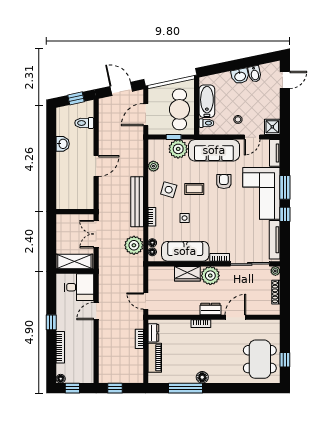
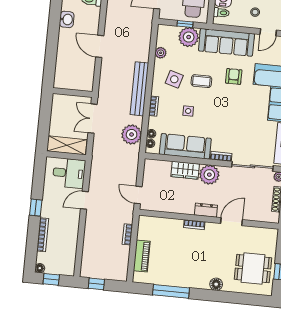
door: (96, 166) -> (100, 46), swing flipped
dresser: (153, 333) -> (143, 230), removed
dining table: (260, 359) -> (253, 269), width x0.73
floor lamp: (202, 377) -> (216, 284), moved

